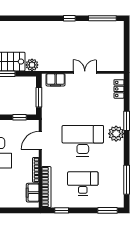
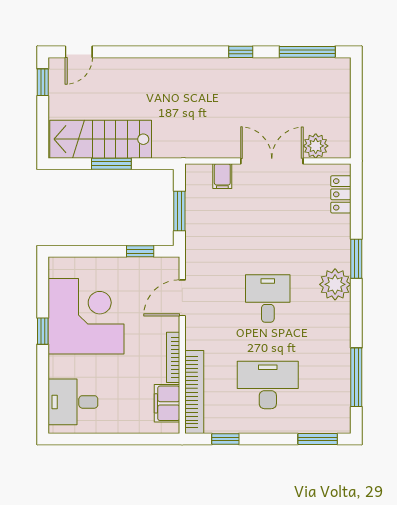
plant: (32, 65) -> (316, 146), moved
double door: (85, 72) -> (272, 161), width x1.37
filing cabinet: (56, 80) -> (222, 176), width x0.50
desk: (83, 141) -> (268, 299), width x0.53, depth x0.77

